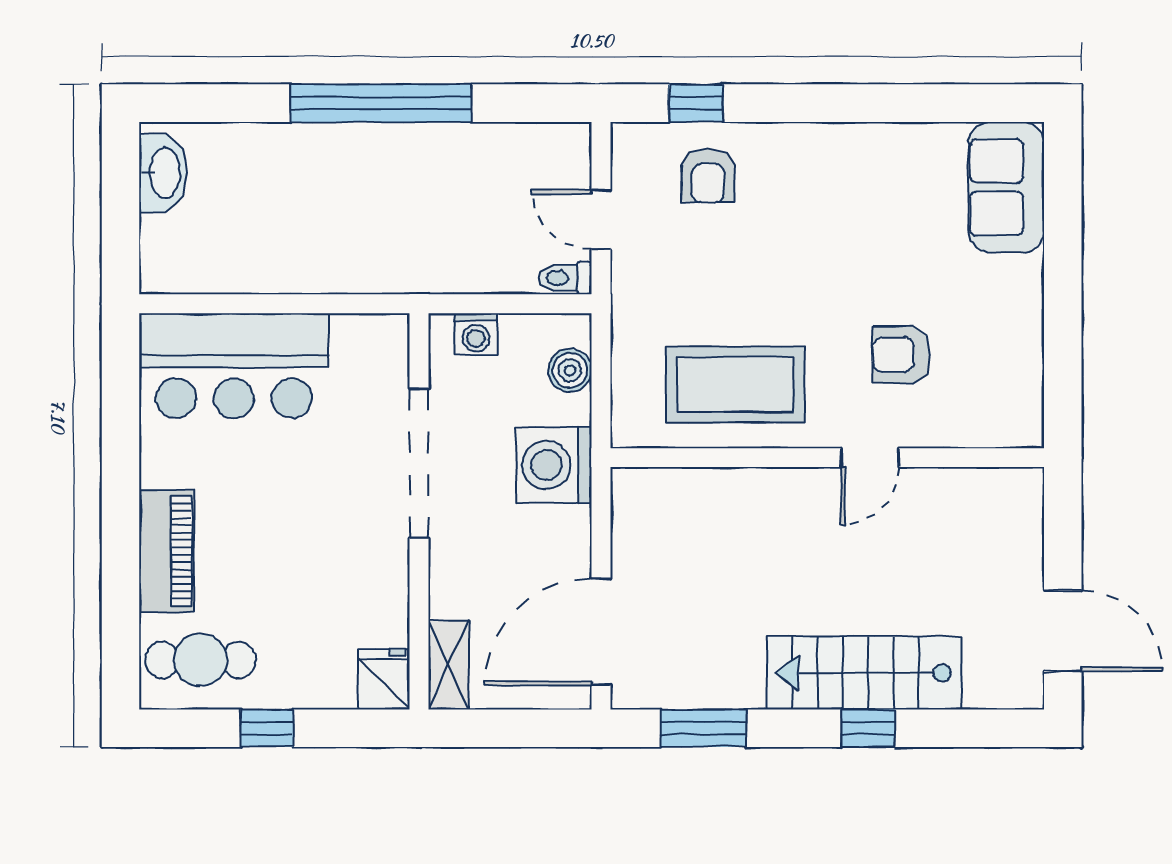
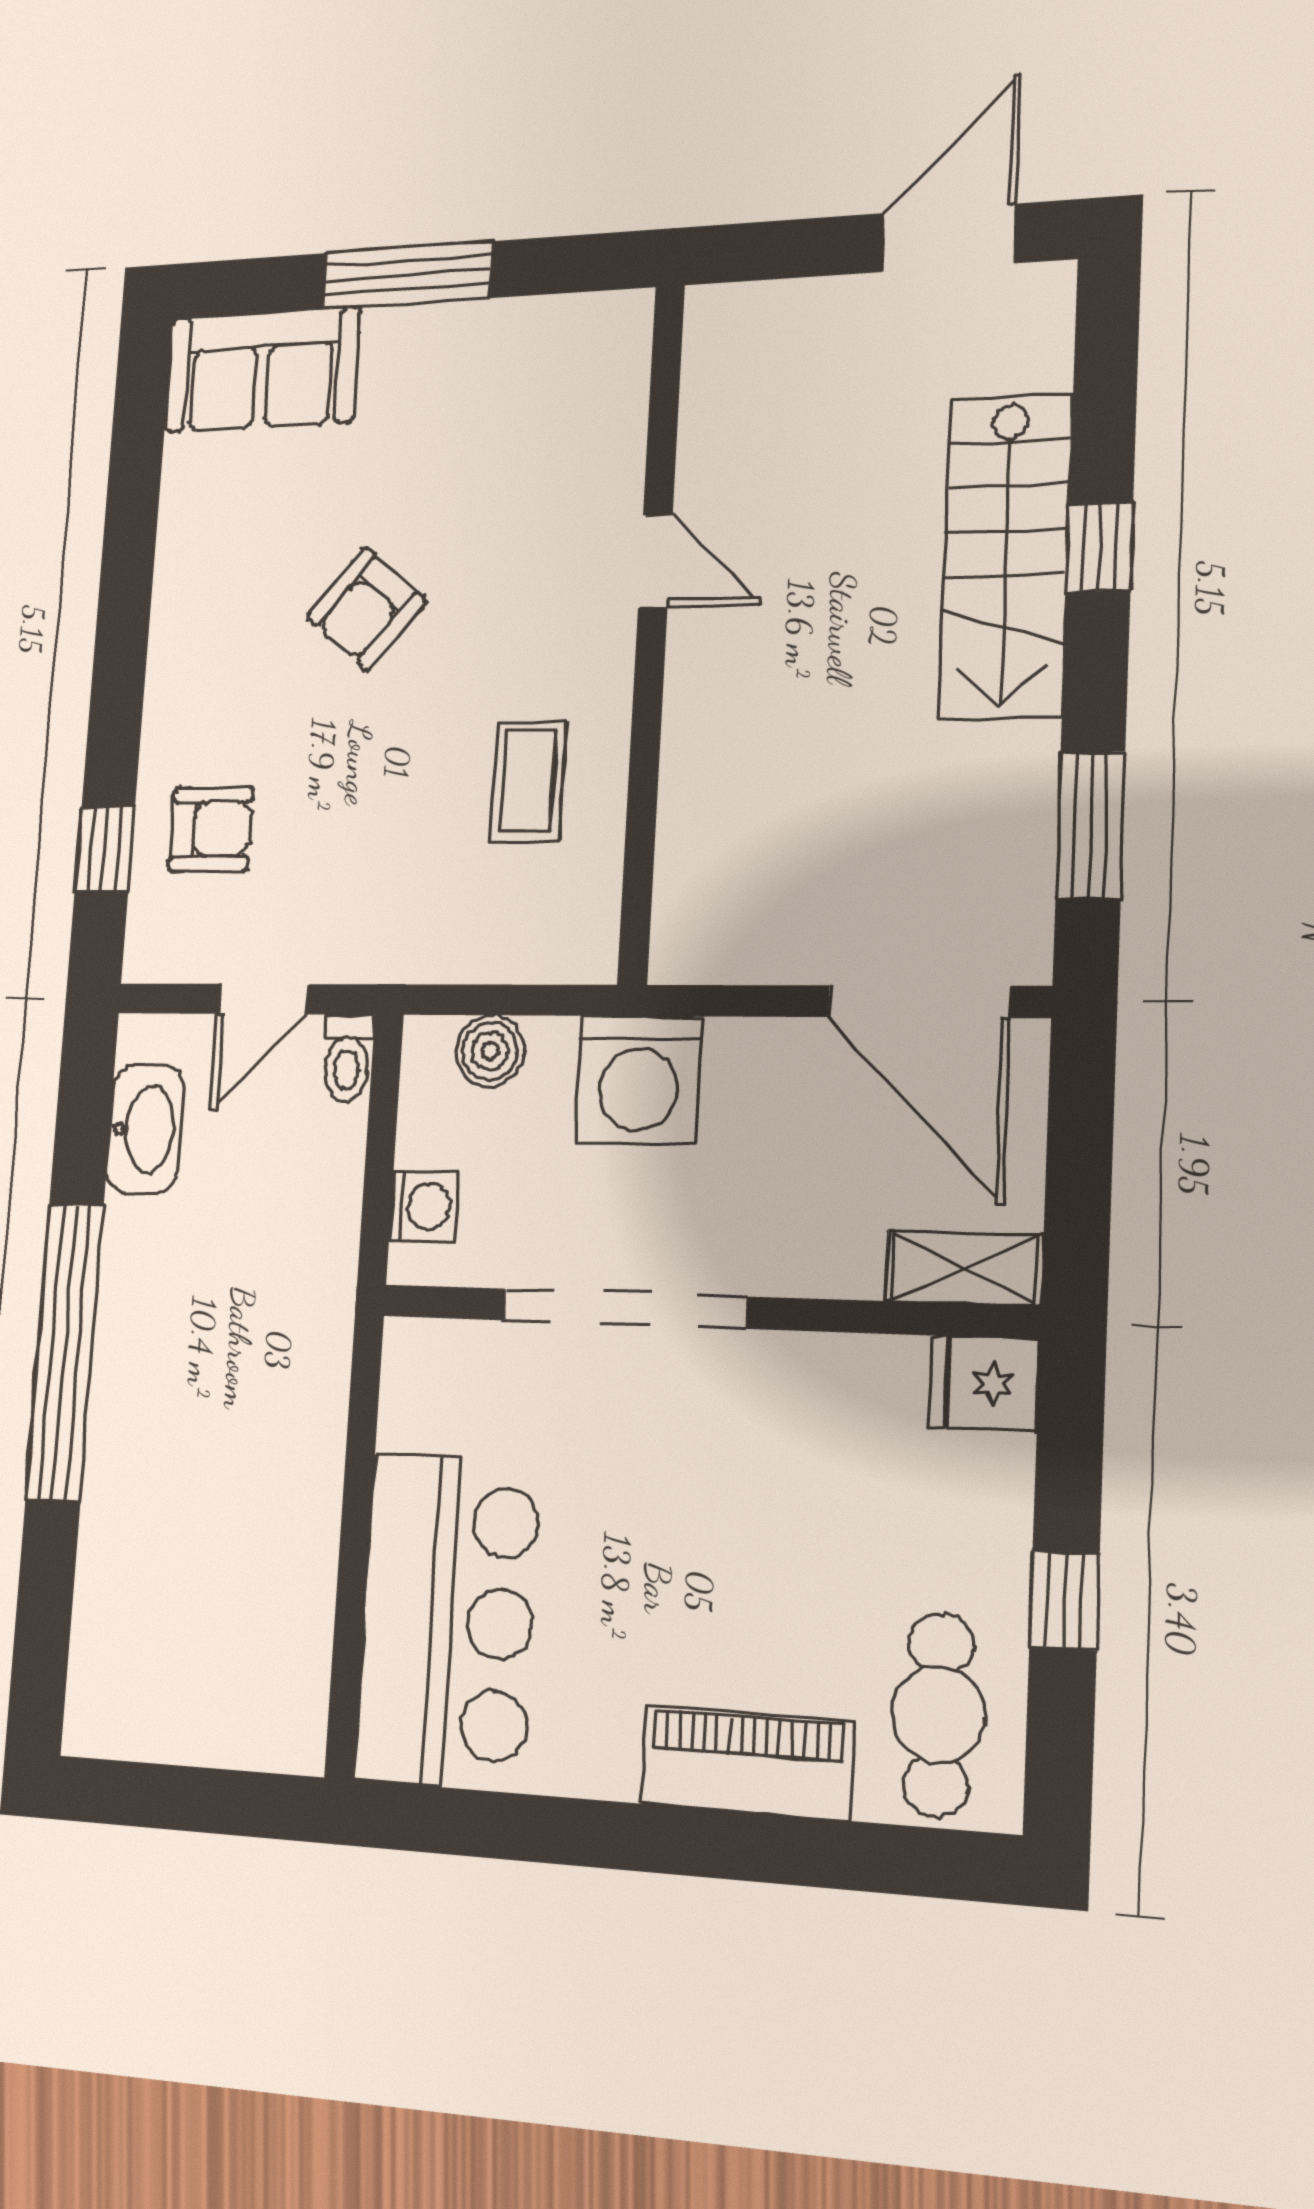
washbasin: (163, 173) -> (145, 1129), moved, turned 90
window: (1063, 283) -> (407, 275), added
armchair: (901, 354) -> (367, 609), moved, turned 40
coffee table: (735, 384) -> (528, 781), width x0.54, depth x0.58

